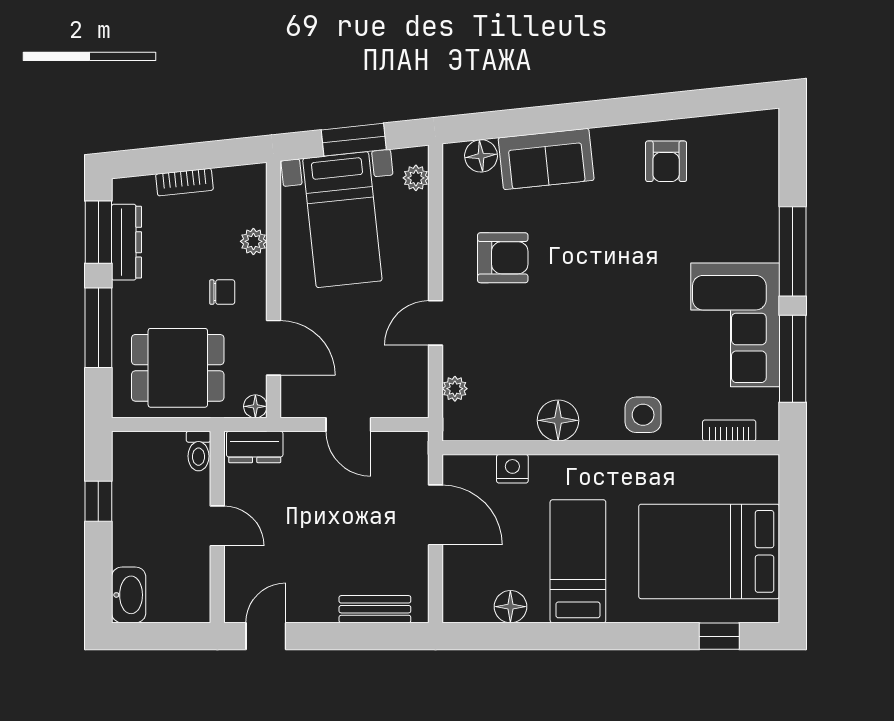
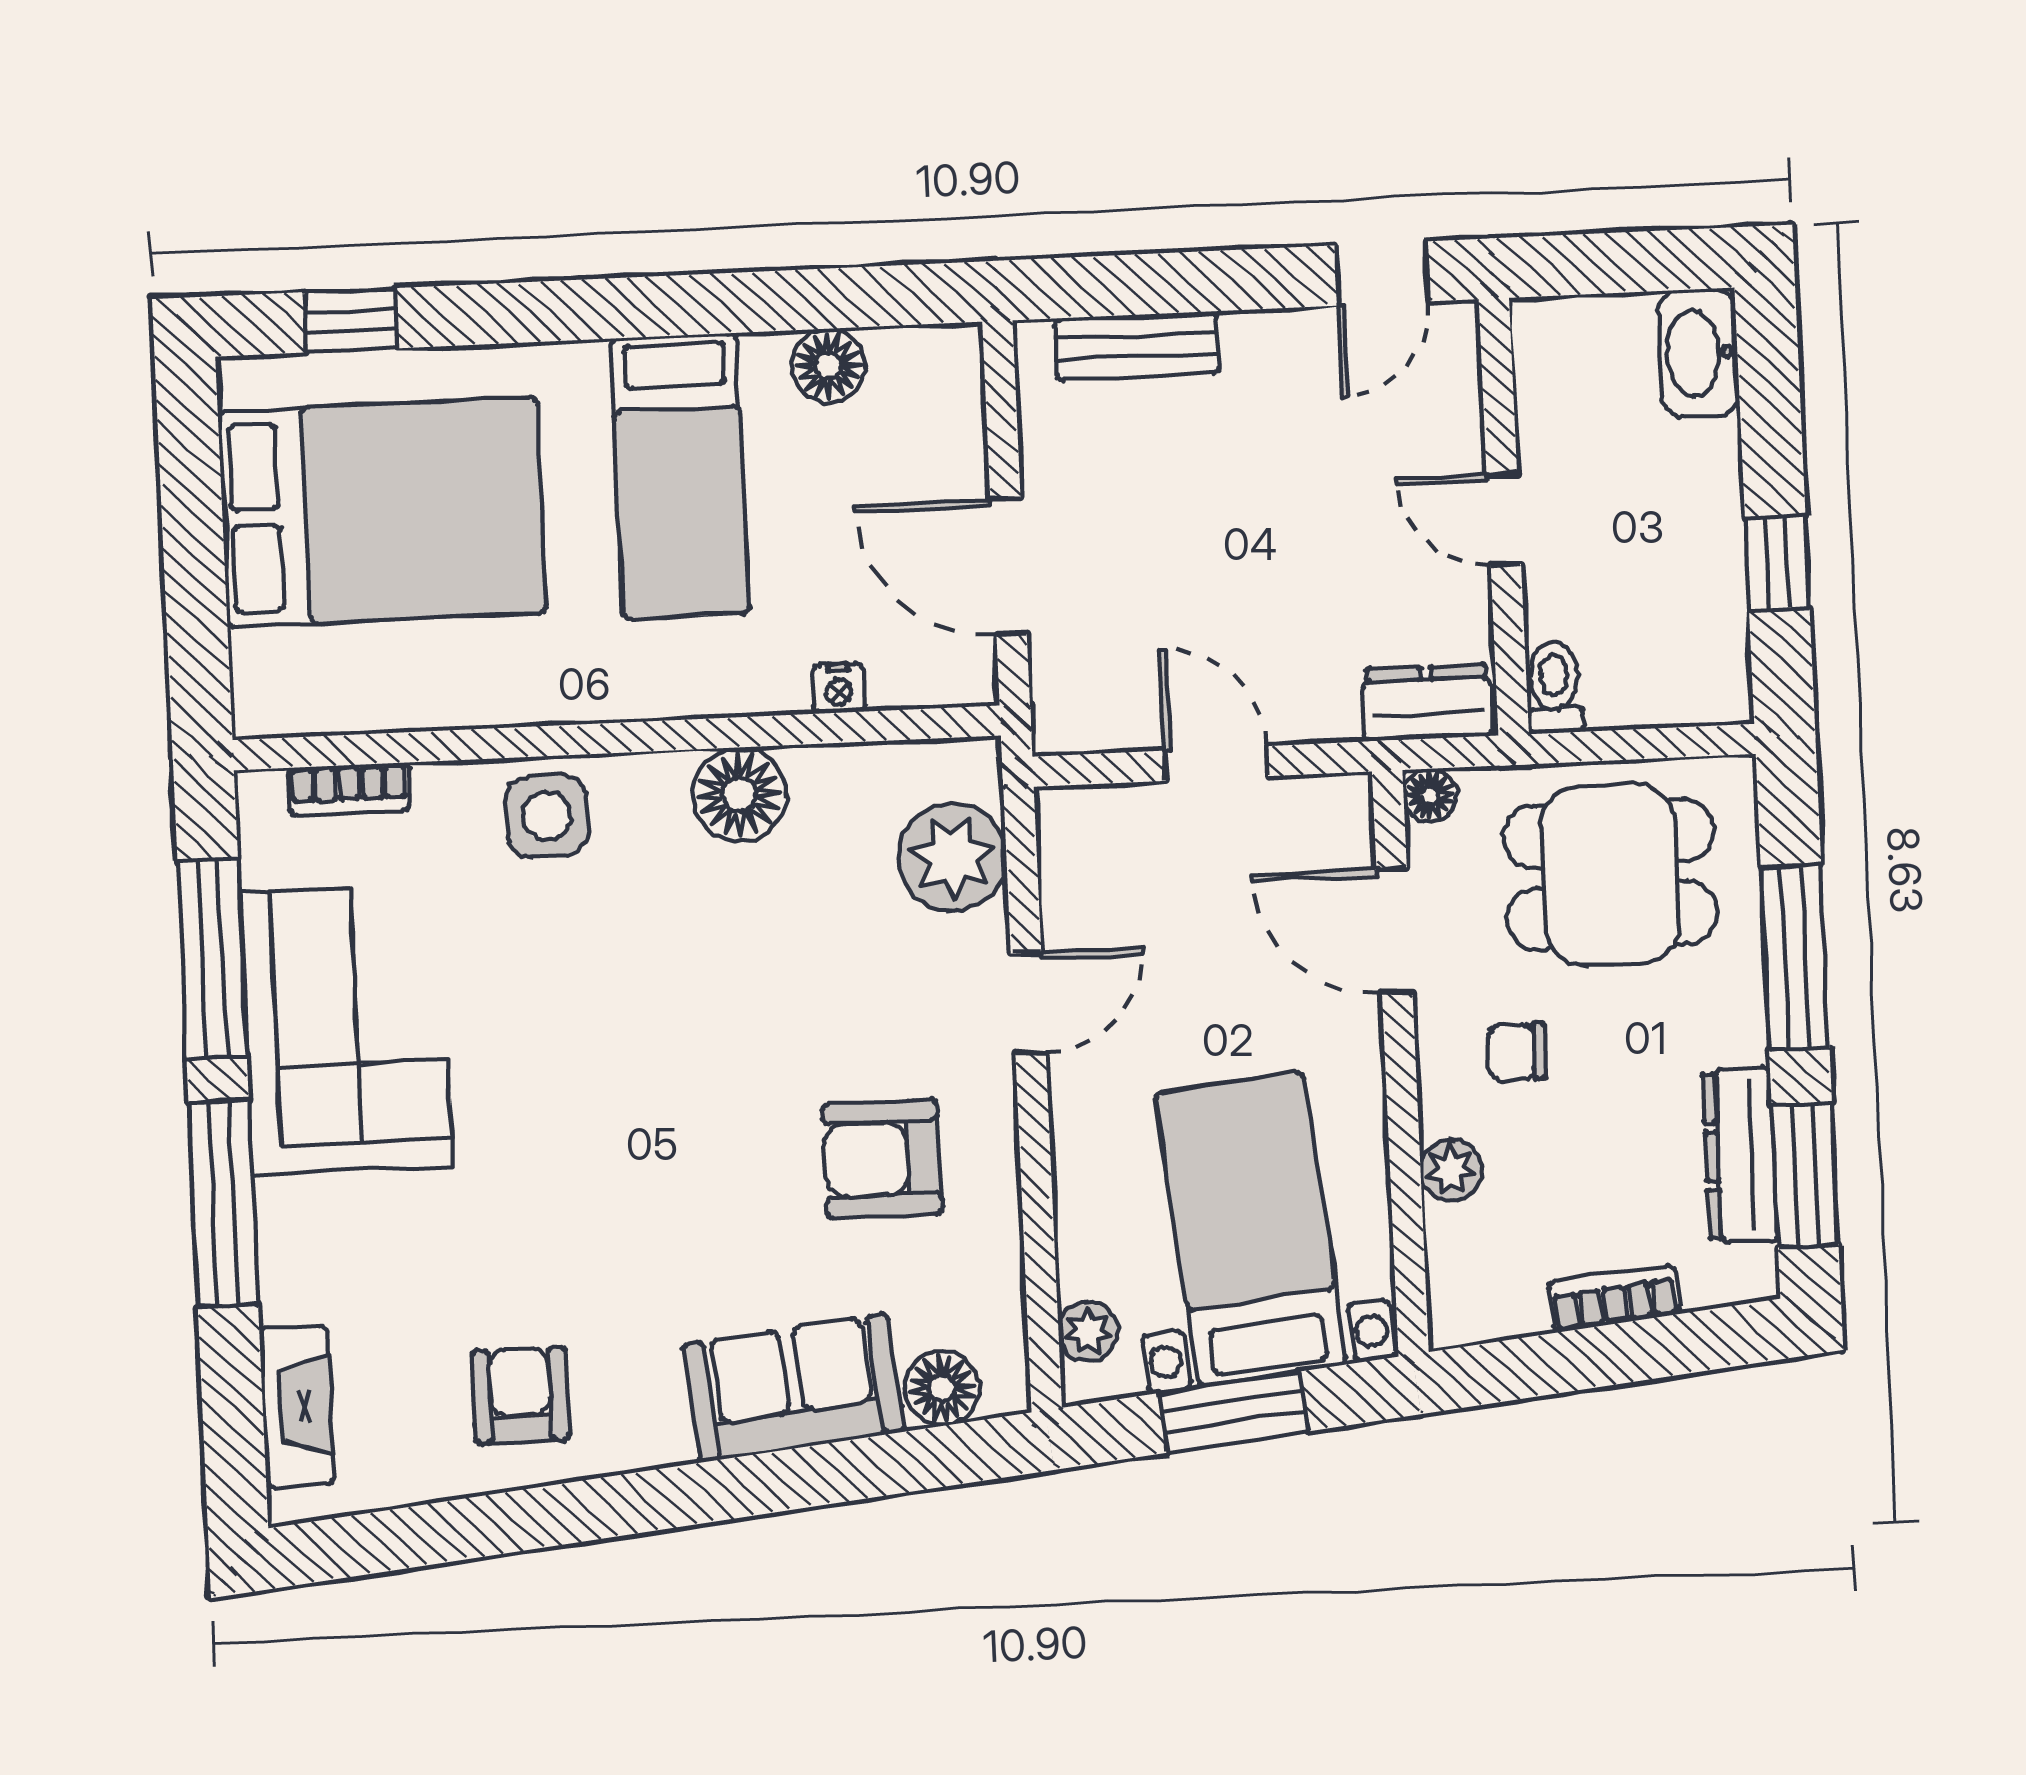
fireplace: (764, 161) -> (297, 1407), added
plant: (455, 389) -> (953, 857), width x1.87, depth x1.87
nightstand: (512, 469) -> (839, 688), width x0.72, depth x0.74

